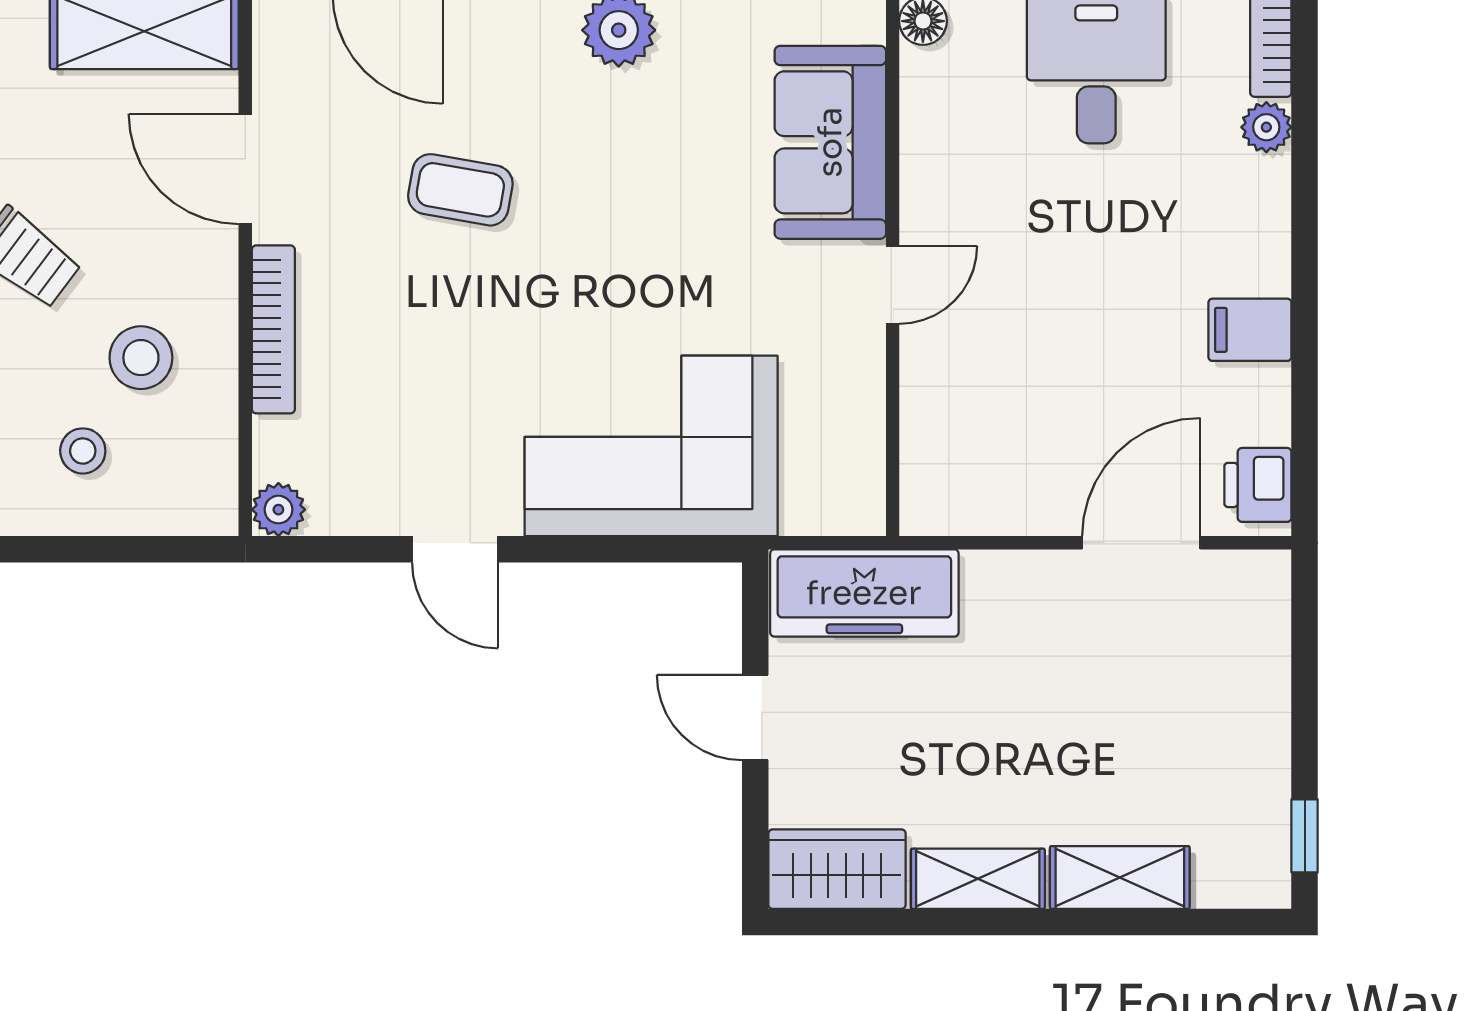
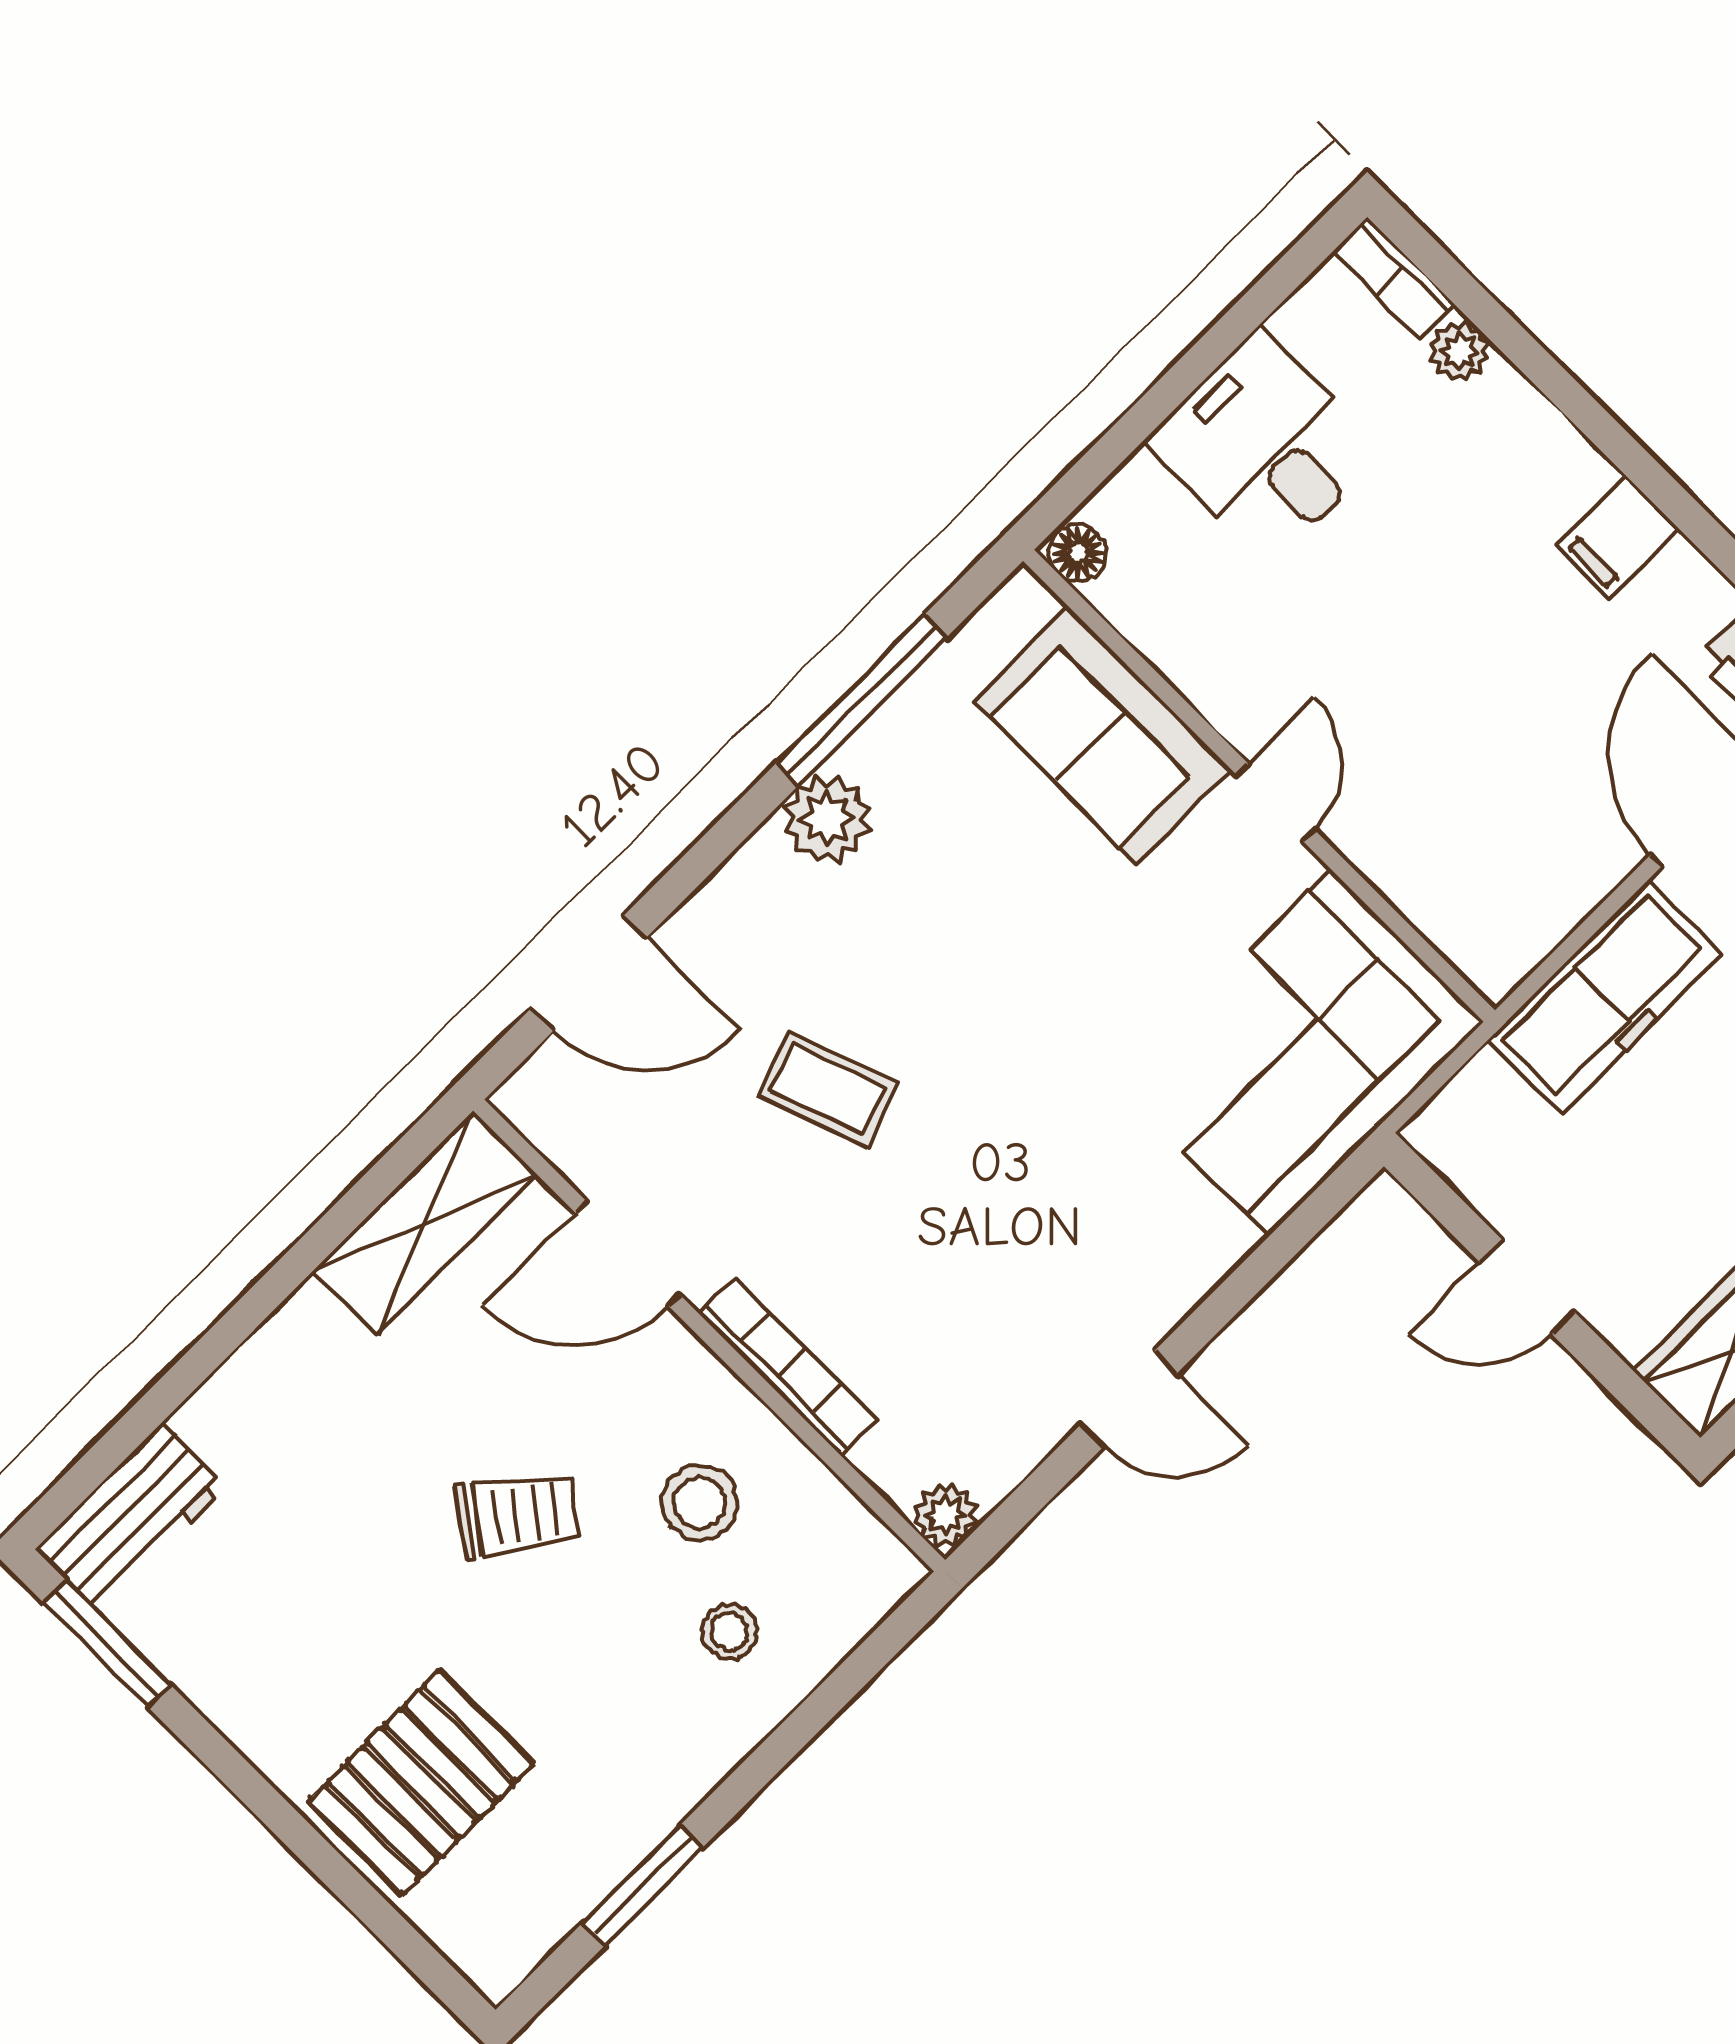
coffee table: (460, 190) -> (828, 1089), turned 60
corner sofa: (651, 446) -> (1300, 1052), moved
freezer: (864, 593) -> (1604, 998), moved

